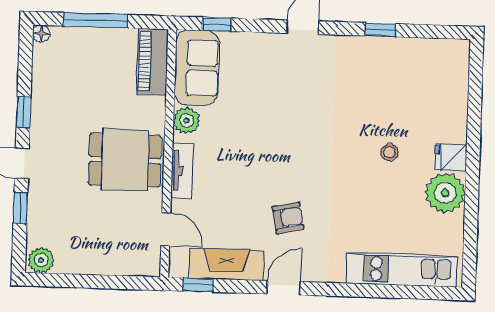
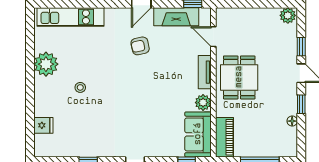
floor lamp: (41, 34) -> (292, 121), moved
fridge: (451, 157) -> (43, 125), moved
dining table: (125, 160) -> (239, 77), turned 90

